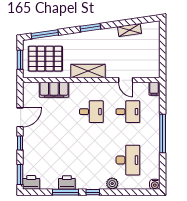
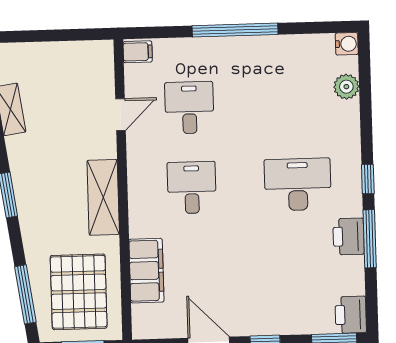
desk: (128, 160) -> (298, 184), moved
plant: (112, 184) -> (346, 87), moved

